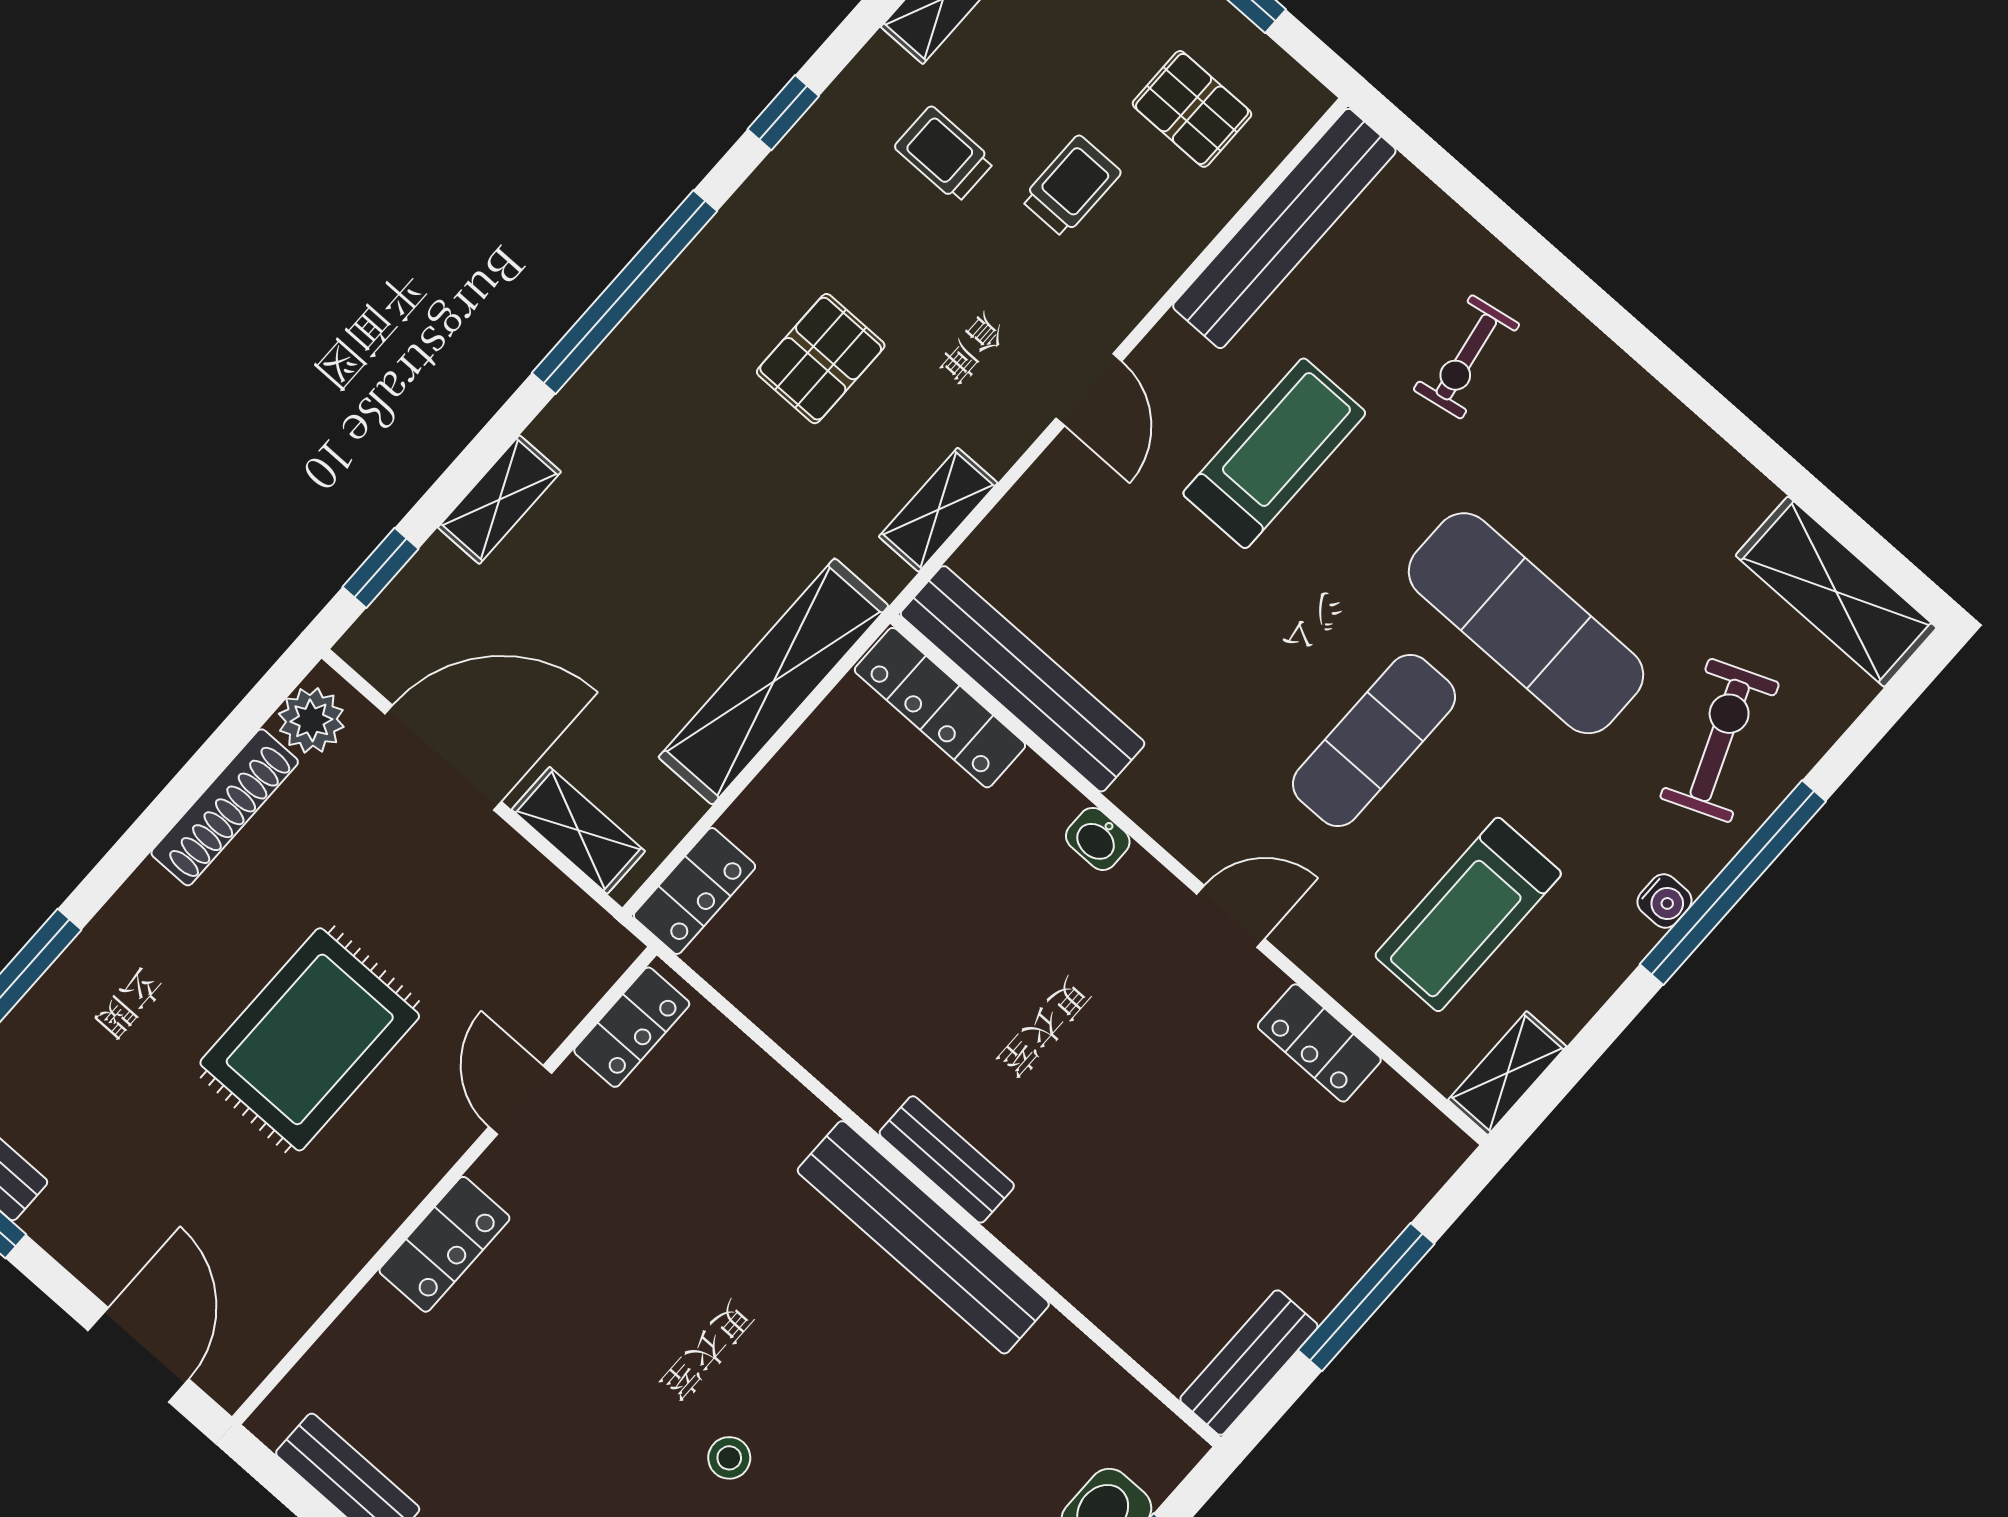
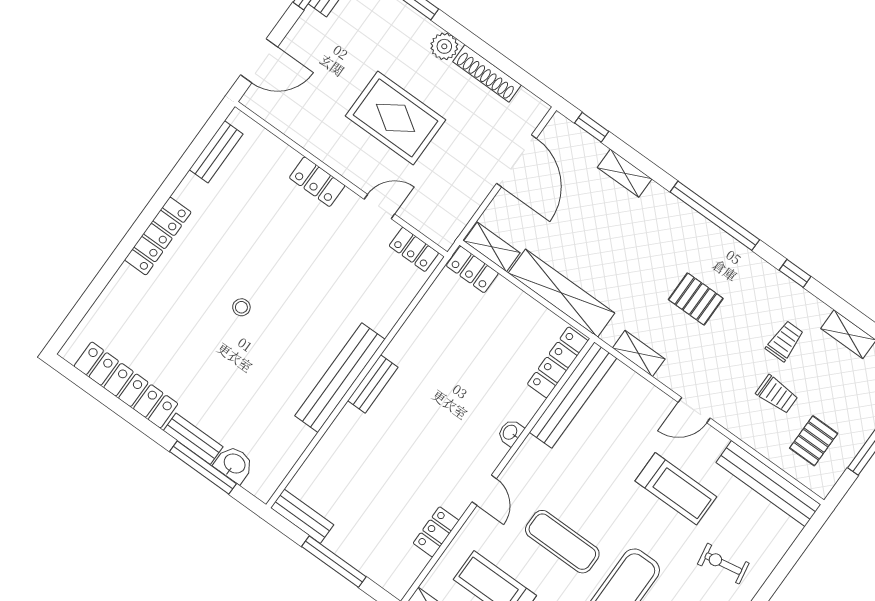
plant: (311, 720) -> (444, 46), moved
shelving: (578, 830) -> (492, 247), moved, turned 90

